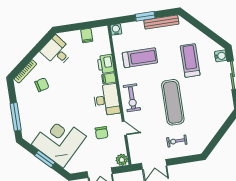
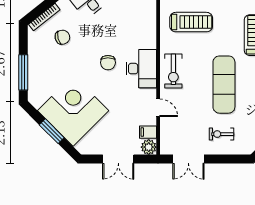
printer: (106, 64) -> (147, 23), removed
filing cabinet: (109, 78) -> (148, 132), moved
chair: (102, 133) -> (108, 63), moved

